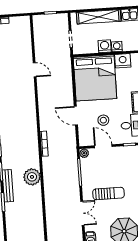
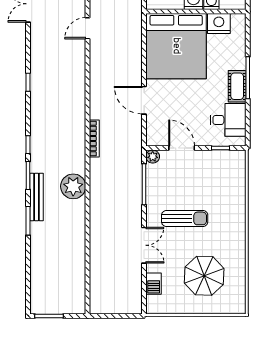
door: (35, 70) -> (88, 28), swing flipped
stool: (103, 120) -> (184, 110), removed

